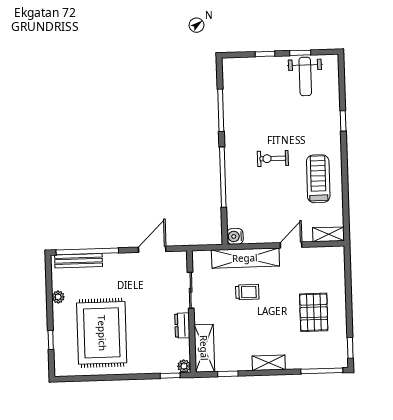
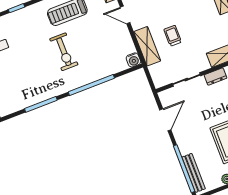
exercise bike: (273, 158) -> (64, 52), width x1.38, depth x1.39
door: (152, 249) -> (165, 120), swing flipped
shelving: (245, 258) -> (147, 46), width x0.68

